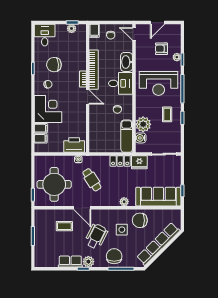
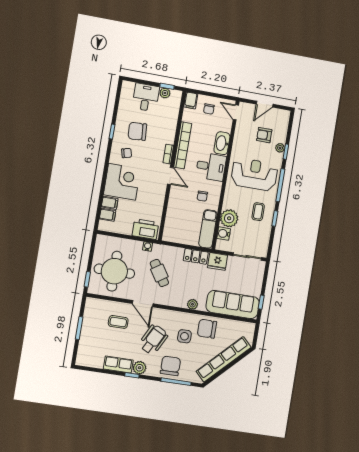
desk: (45, 35) -> (146, 97), moved
reception desk: (159, 83) -> (254, 174), turned 180

